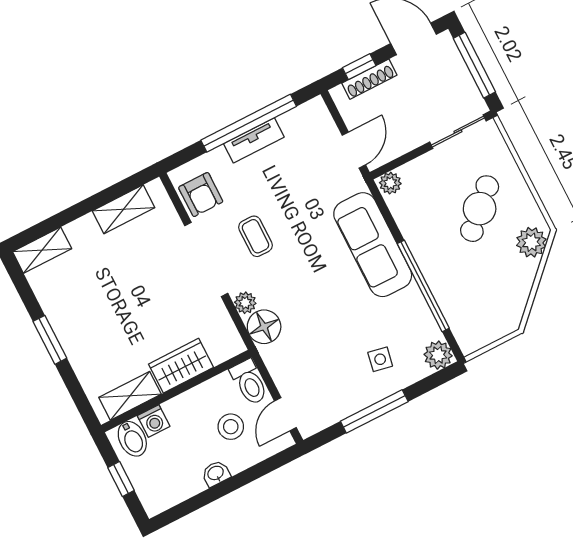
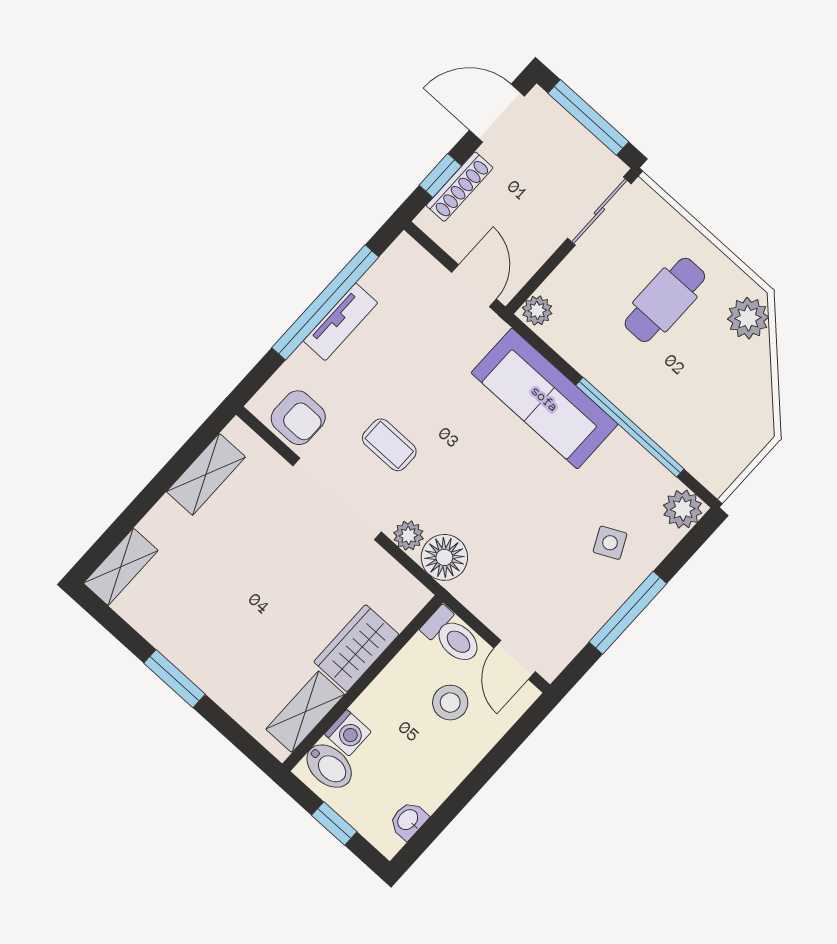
cafe table: (480, 209) -> (665, 300), turned 44
side table: (380, 359) -> (610, 543), turned -37
washbasin: (216, 473) -> (408, 820), moved

